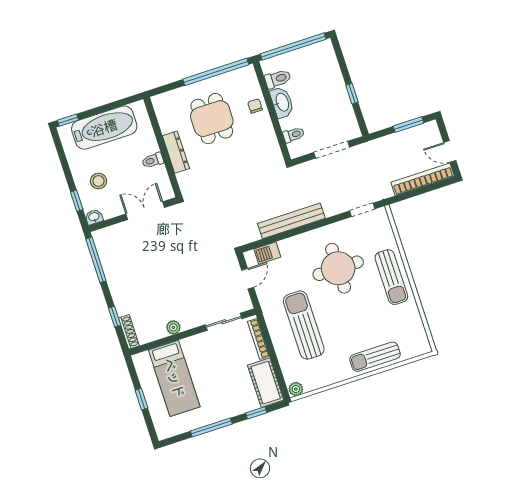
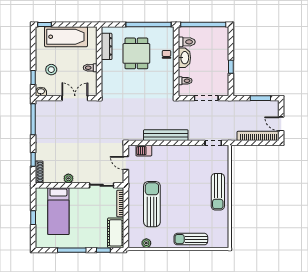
dresser: (176, 152) -> (107, 46), moved
round table: (338, 268) -> (186, 175), removed
door: (248, 279) -> (126, 163), swing flipped
plant: (296, 389) -> (146, 243), moved

